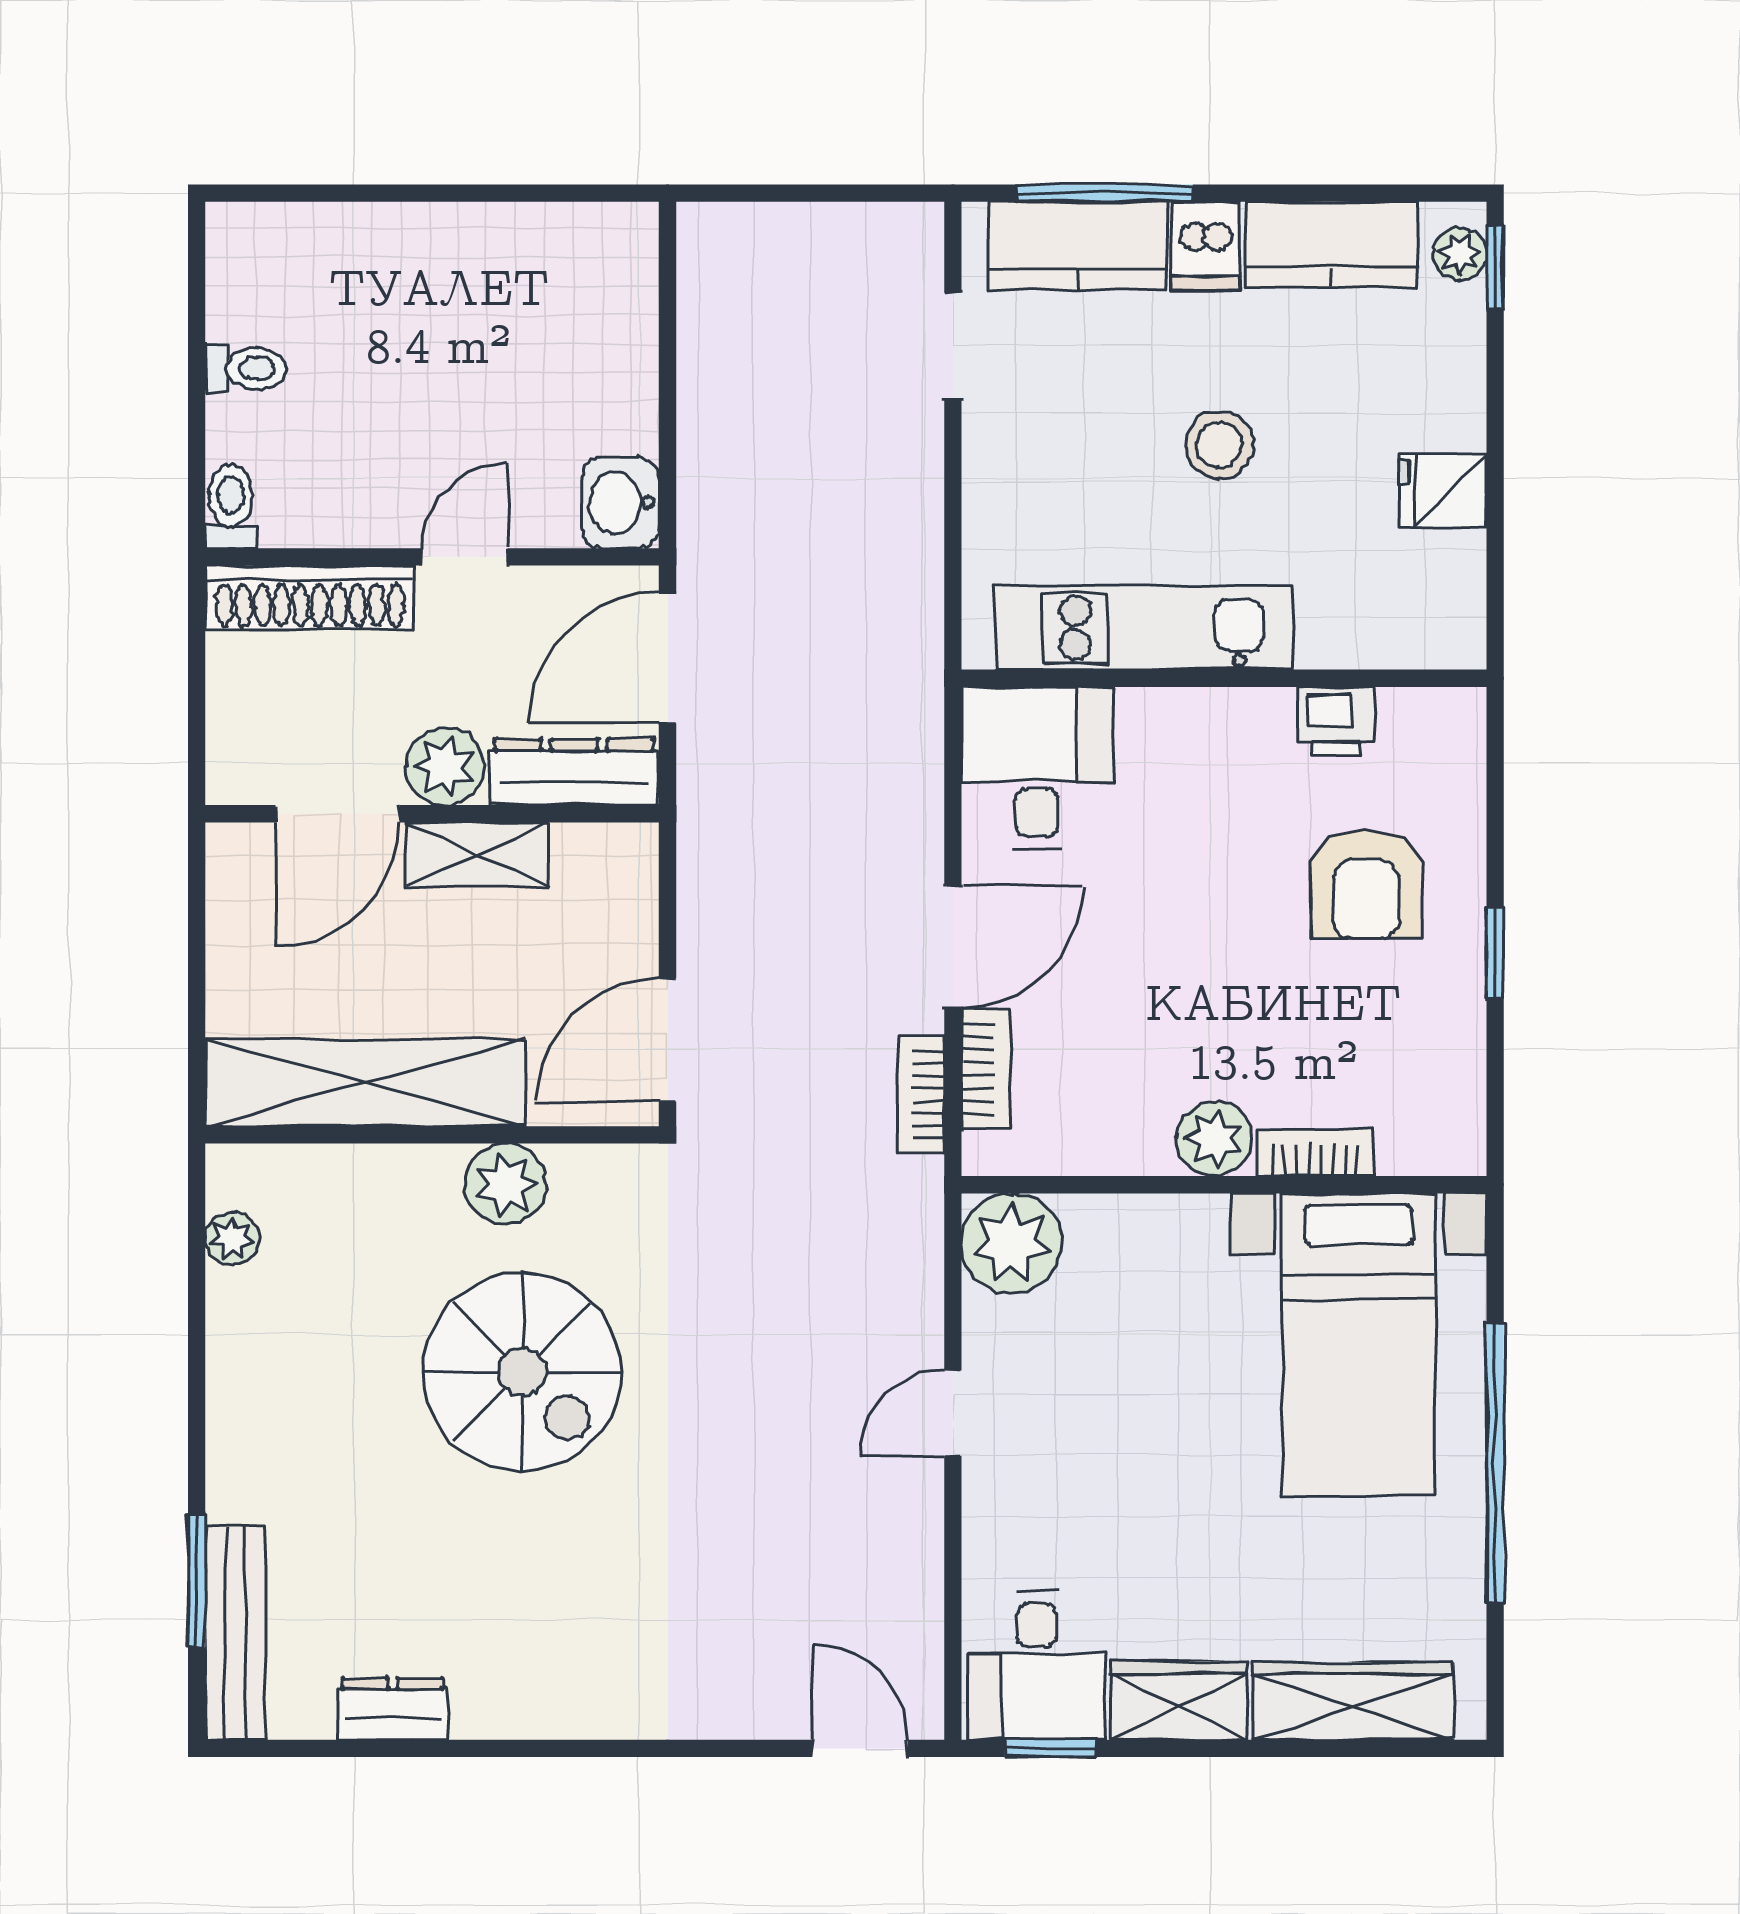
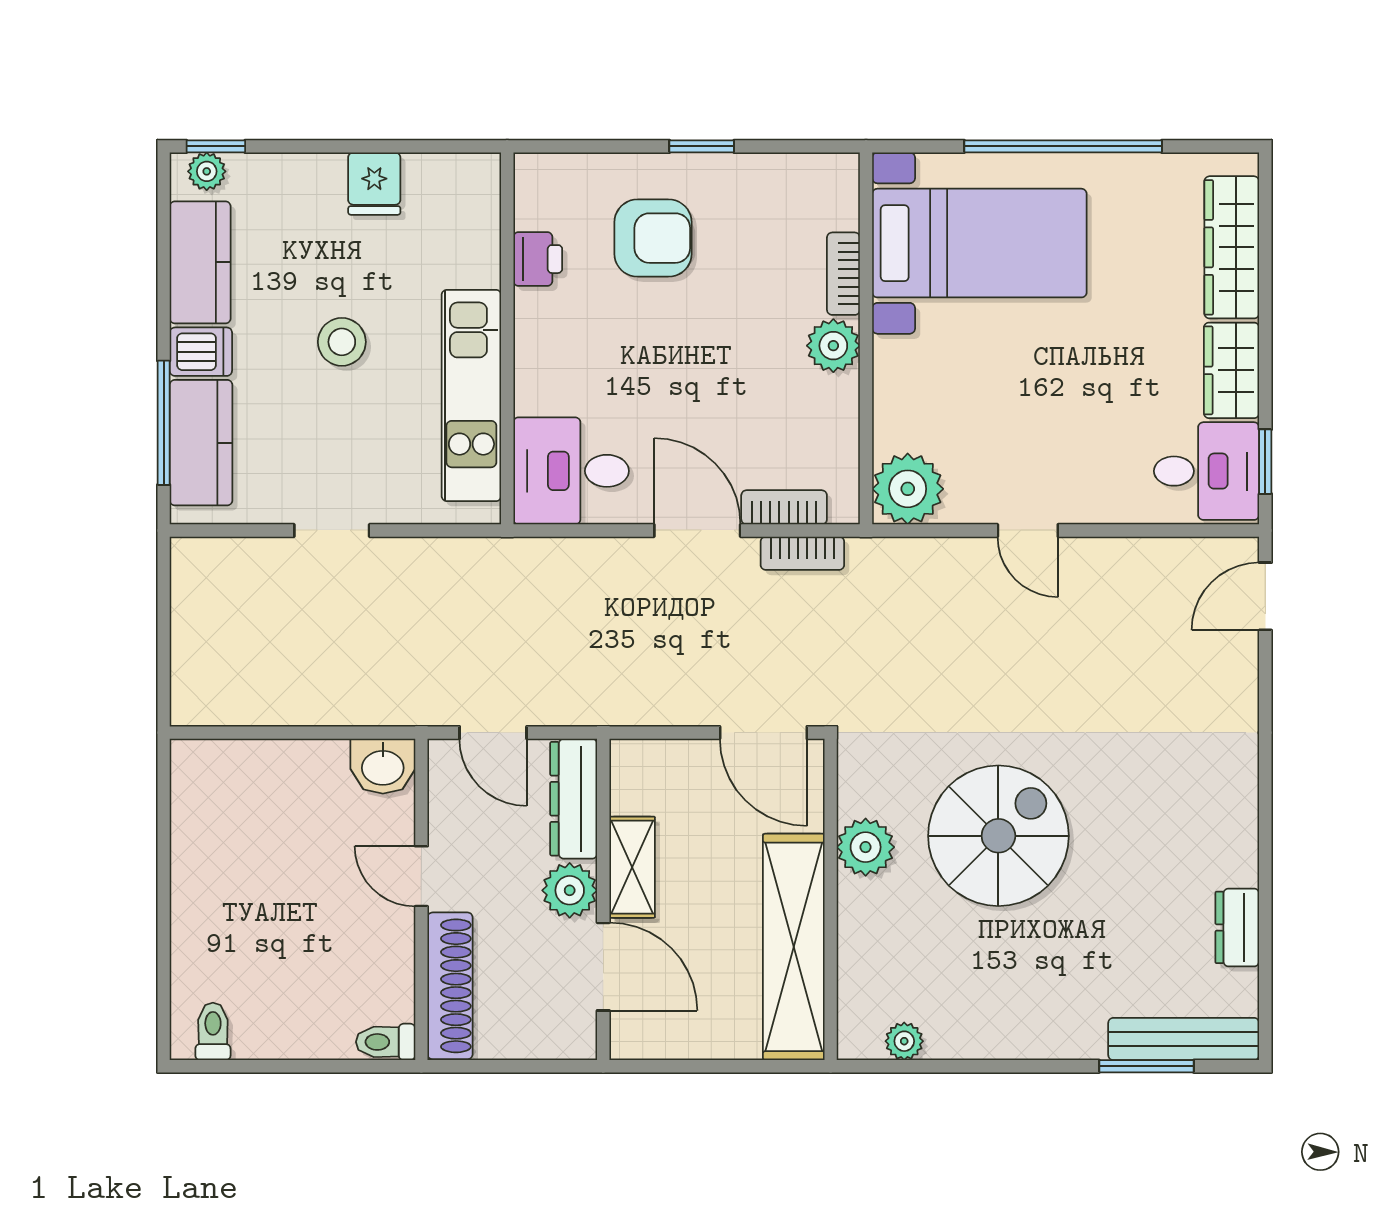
doorway: (953, 346) -> (332, 530), moved
toilet: (246, 368) -> (213, 1031), moved
door: (668, 658) -> (493, 733), width x0.73

